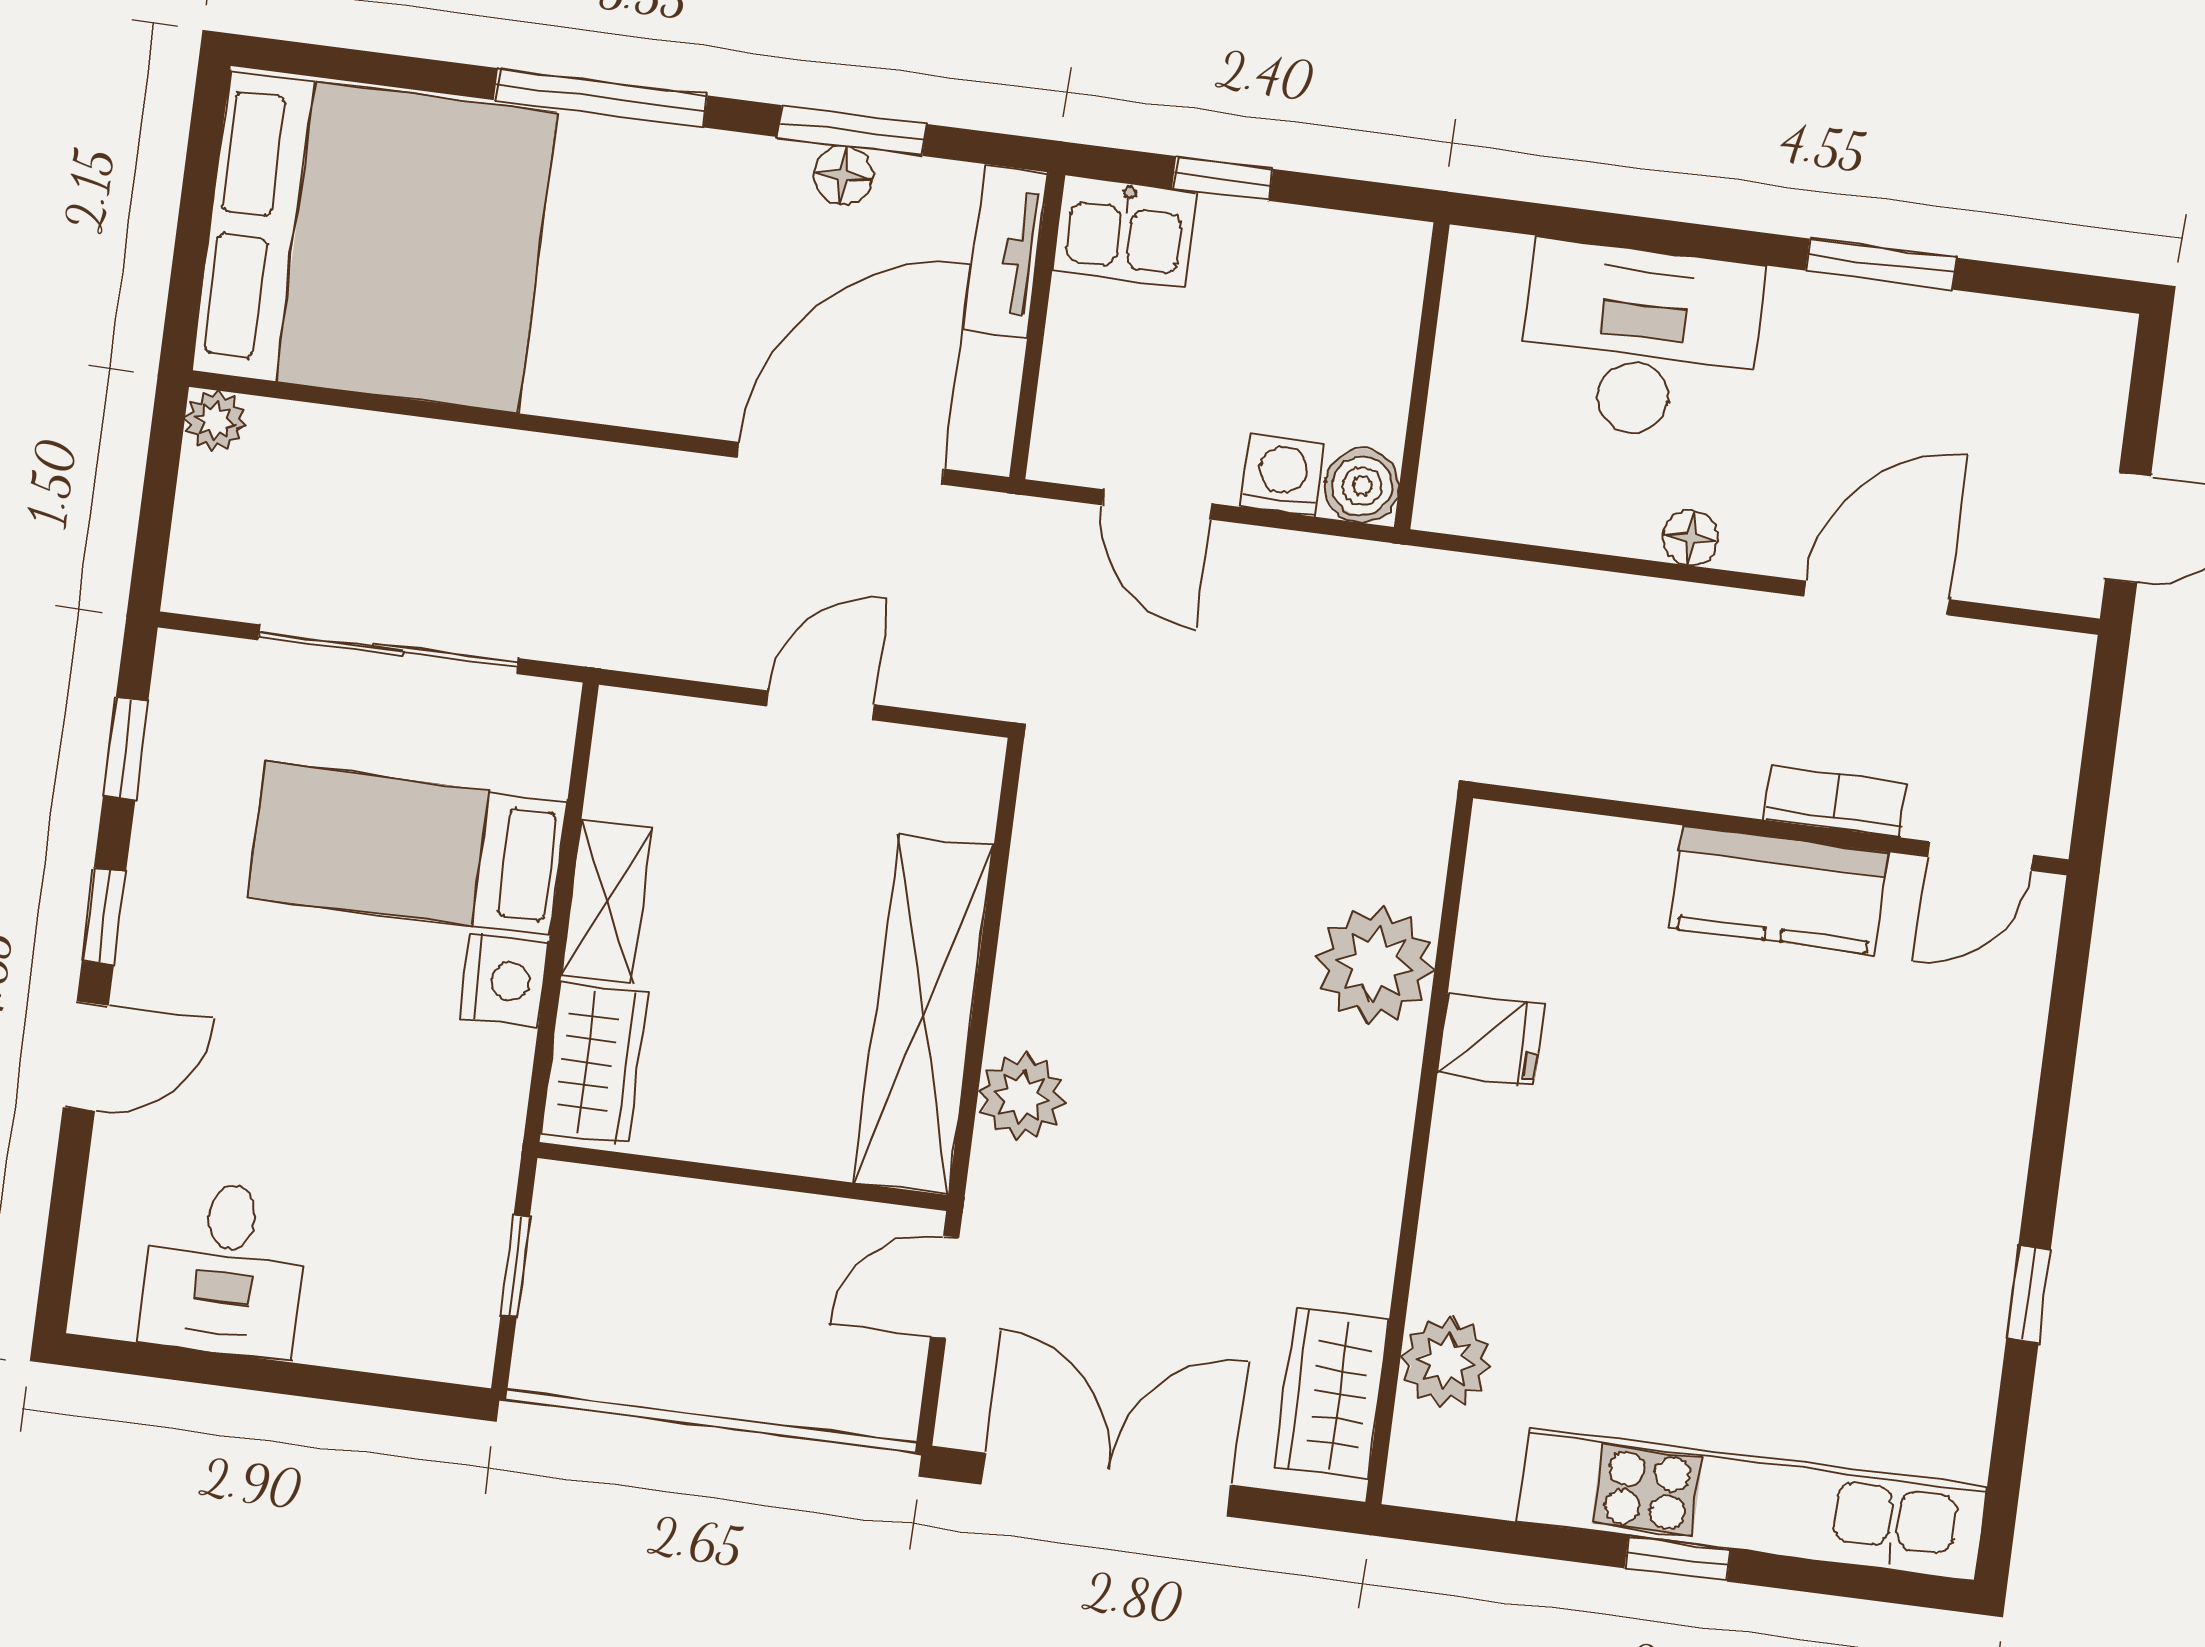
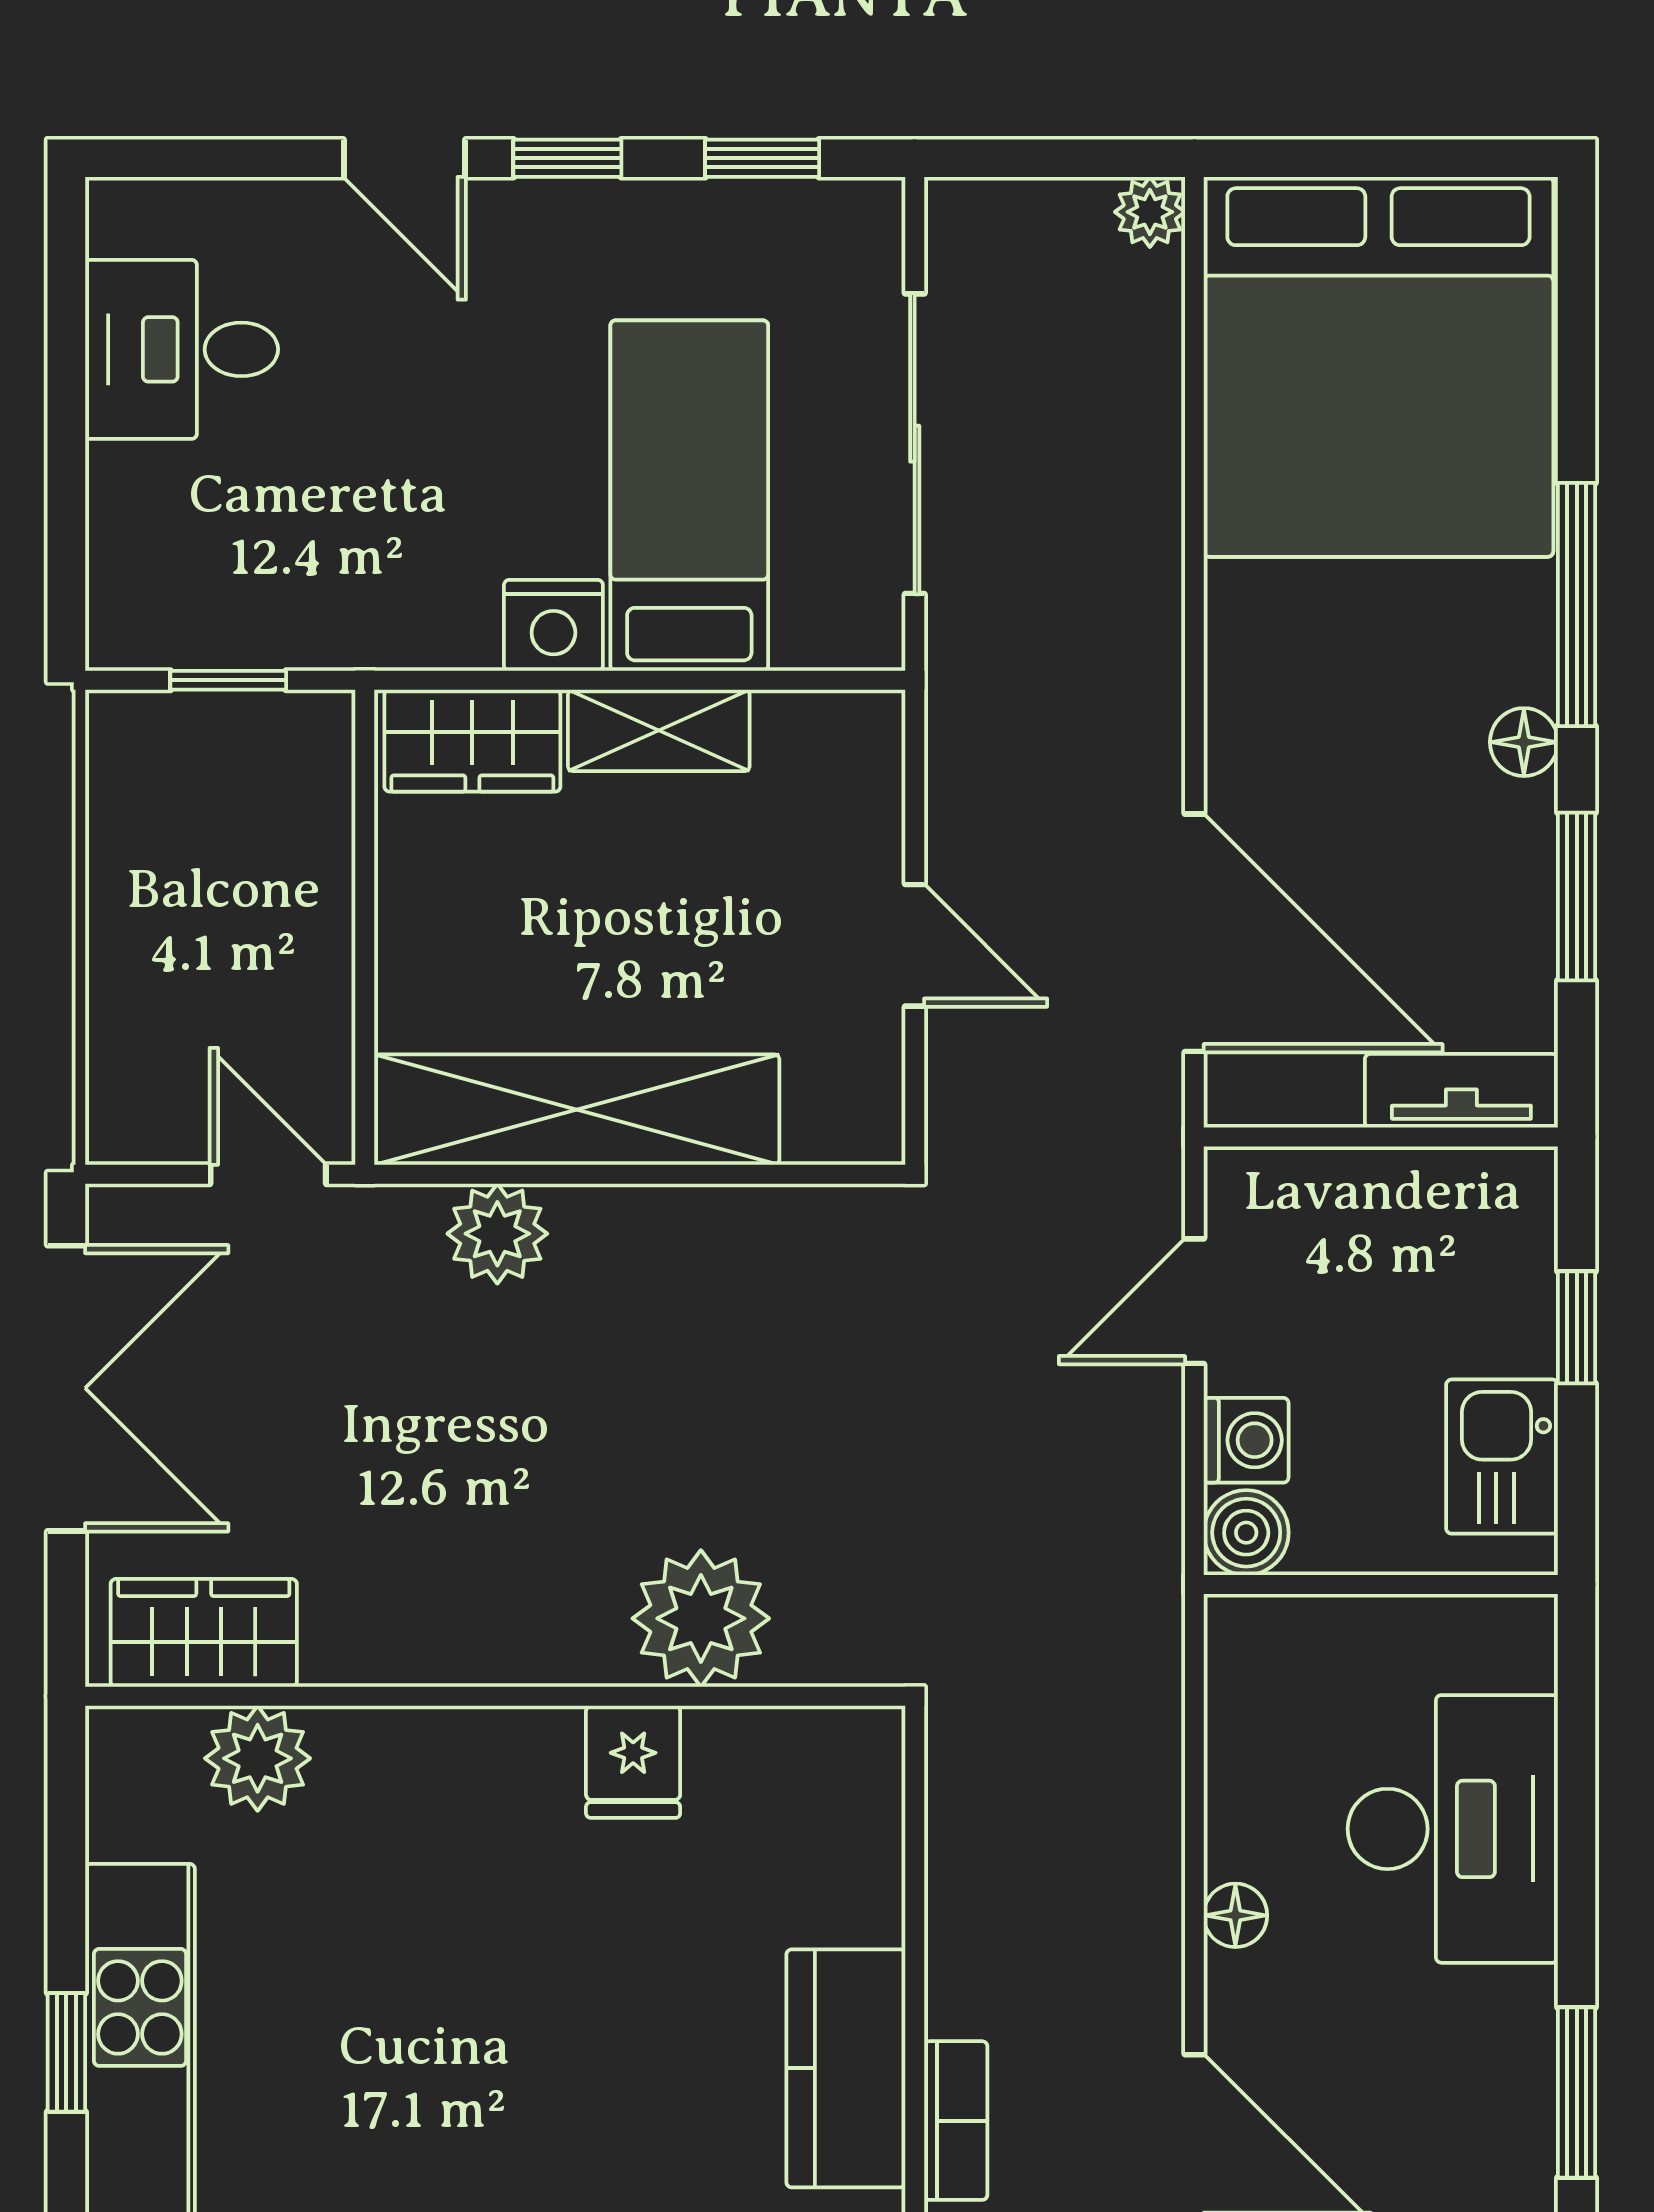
floor lamp: (843, 175) -> (1524, 742), moved
kitchen sink: (1125, 231) -> (1502, 1457), moved

